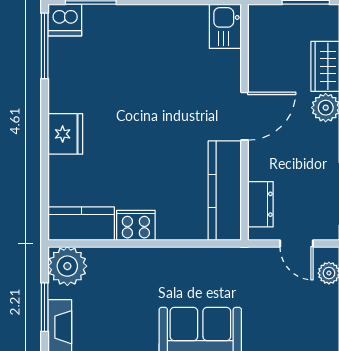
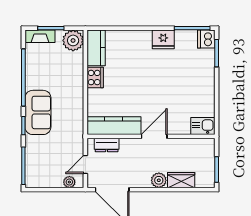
door: (245, 116) -> (154, 136), swing flipped
fridge: (65, 134) -> (163, 39), moved

